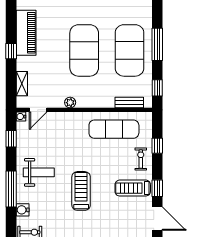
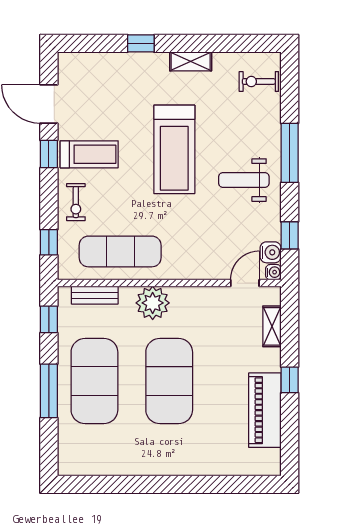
plant: (70, 103) -> (153, 303), moved, width x1.87, depth x1.87
window: (157, 146) -> (49, 242), moved
treadmill: (81, 191) -> (174, 149), width x1.37, depth x1.38
water cooler: (23, 210) -> (271, 252), moved

